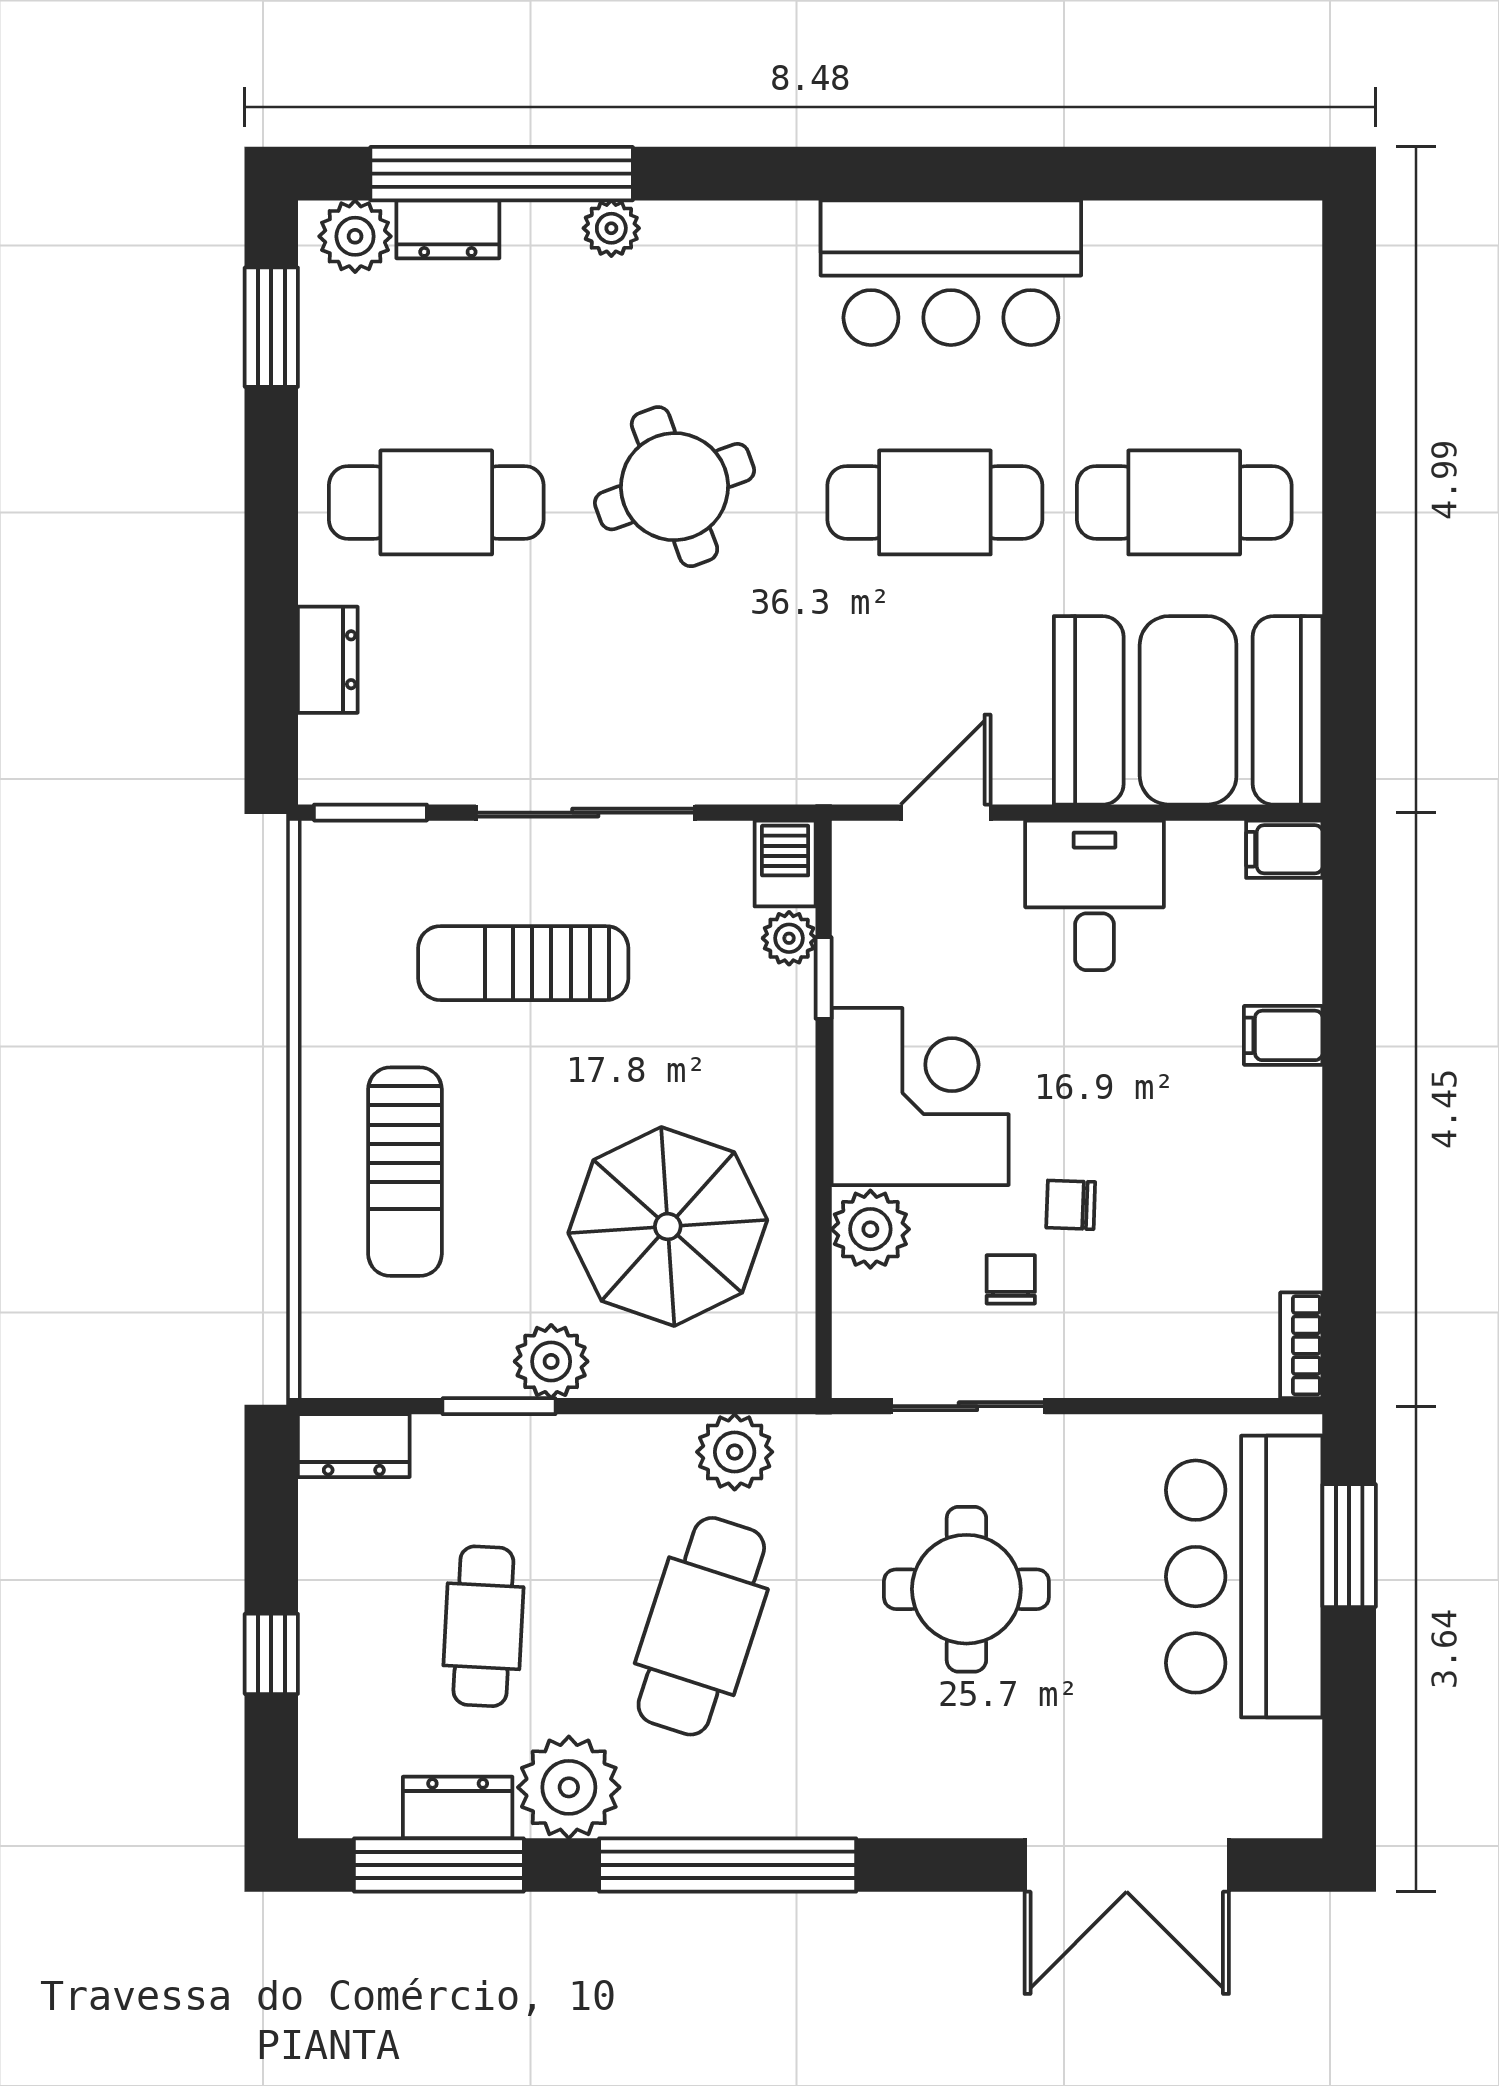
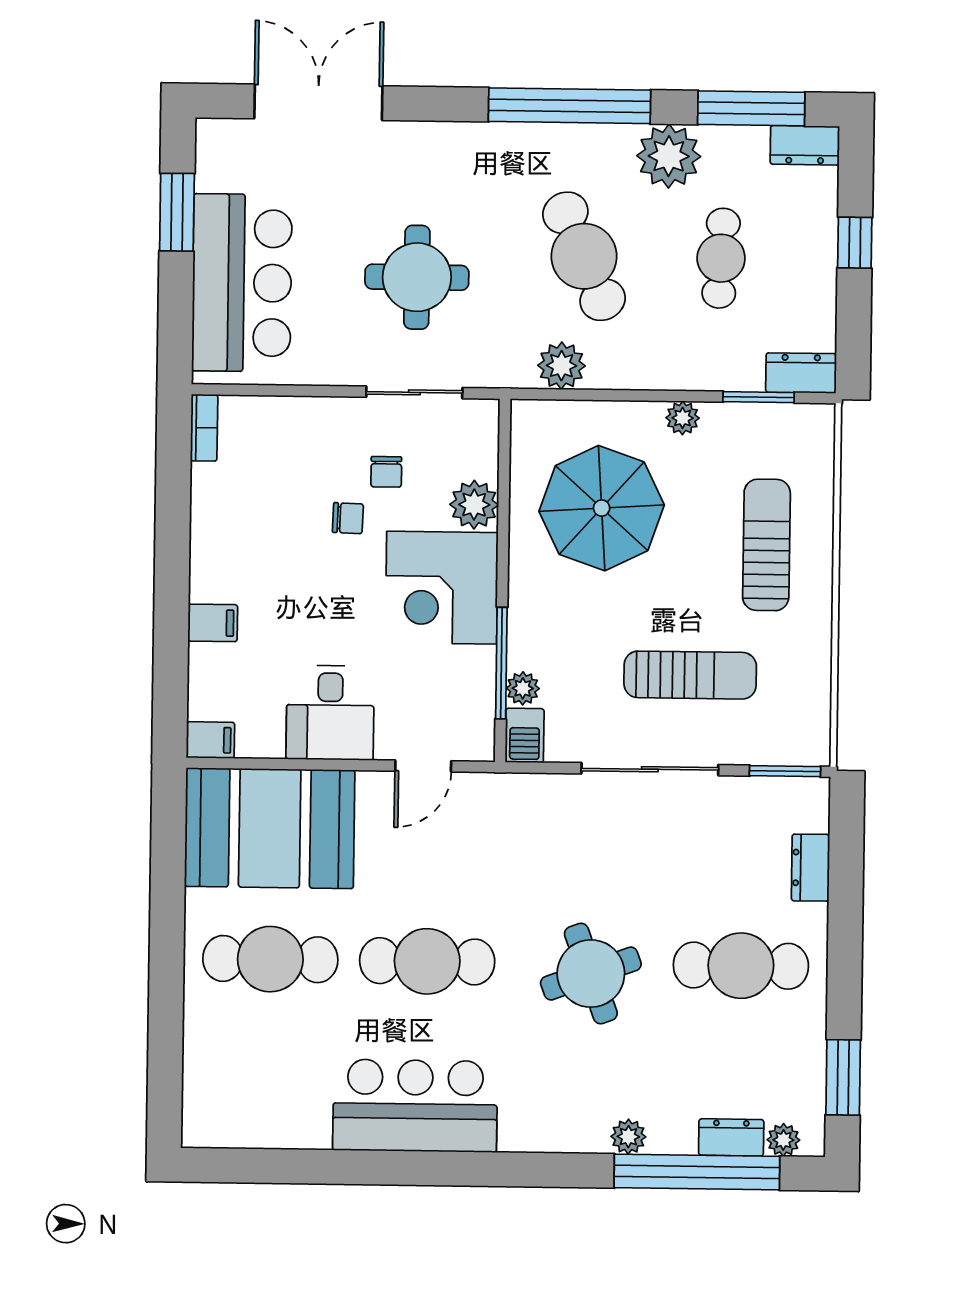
plant: (355, 236) -> (783, 1140), width x0.73, depth x0.73
window: (824, 978) -> (501, 663), width x2.17
plant: (551, 1361) -> (683, 418), width x0.73, depth x0.73
window: (499, 1406) -> (759, 397), moved
window: (1349, 1546) -> (177, 212), moved
cafe table: (701, 1626) -> (584, 256), turned -42
dresser: (458, 1808) -> (805, 145), moved

